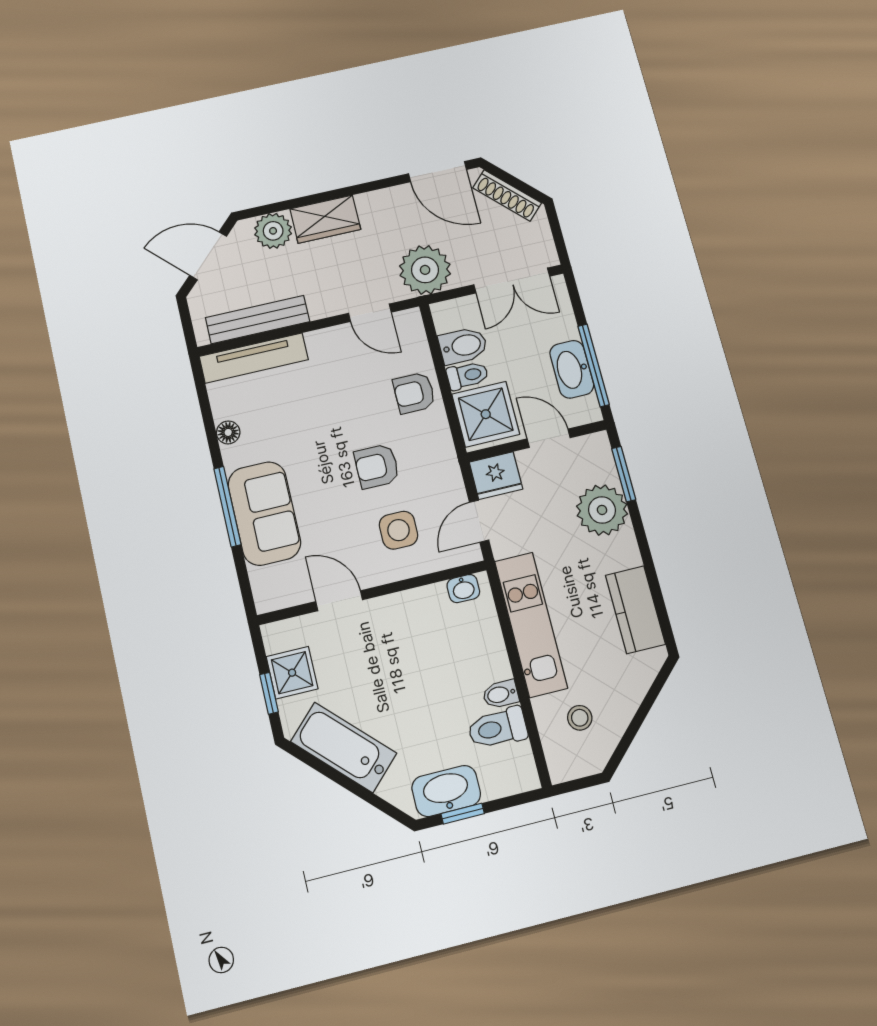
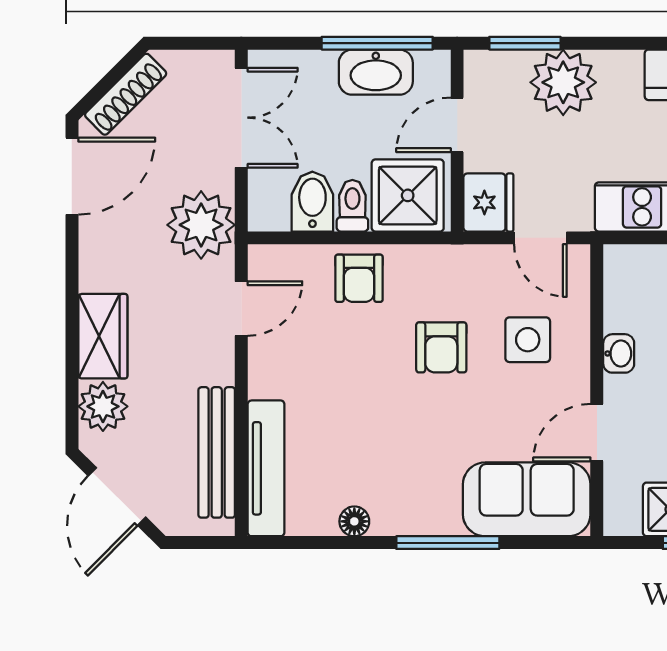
sofa: (264, 513) -> (527, 499), moved
washbasin: (463, 589) -> (619, 353), moved

